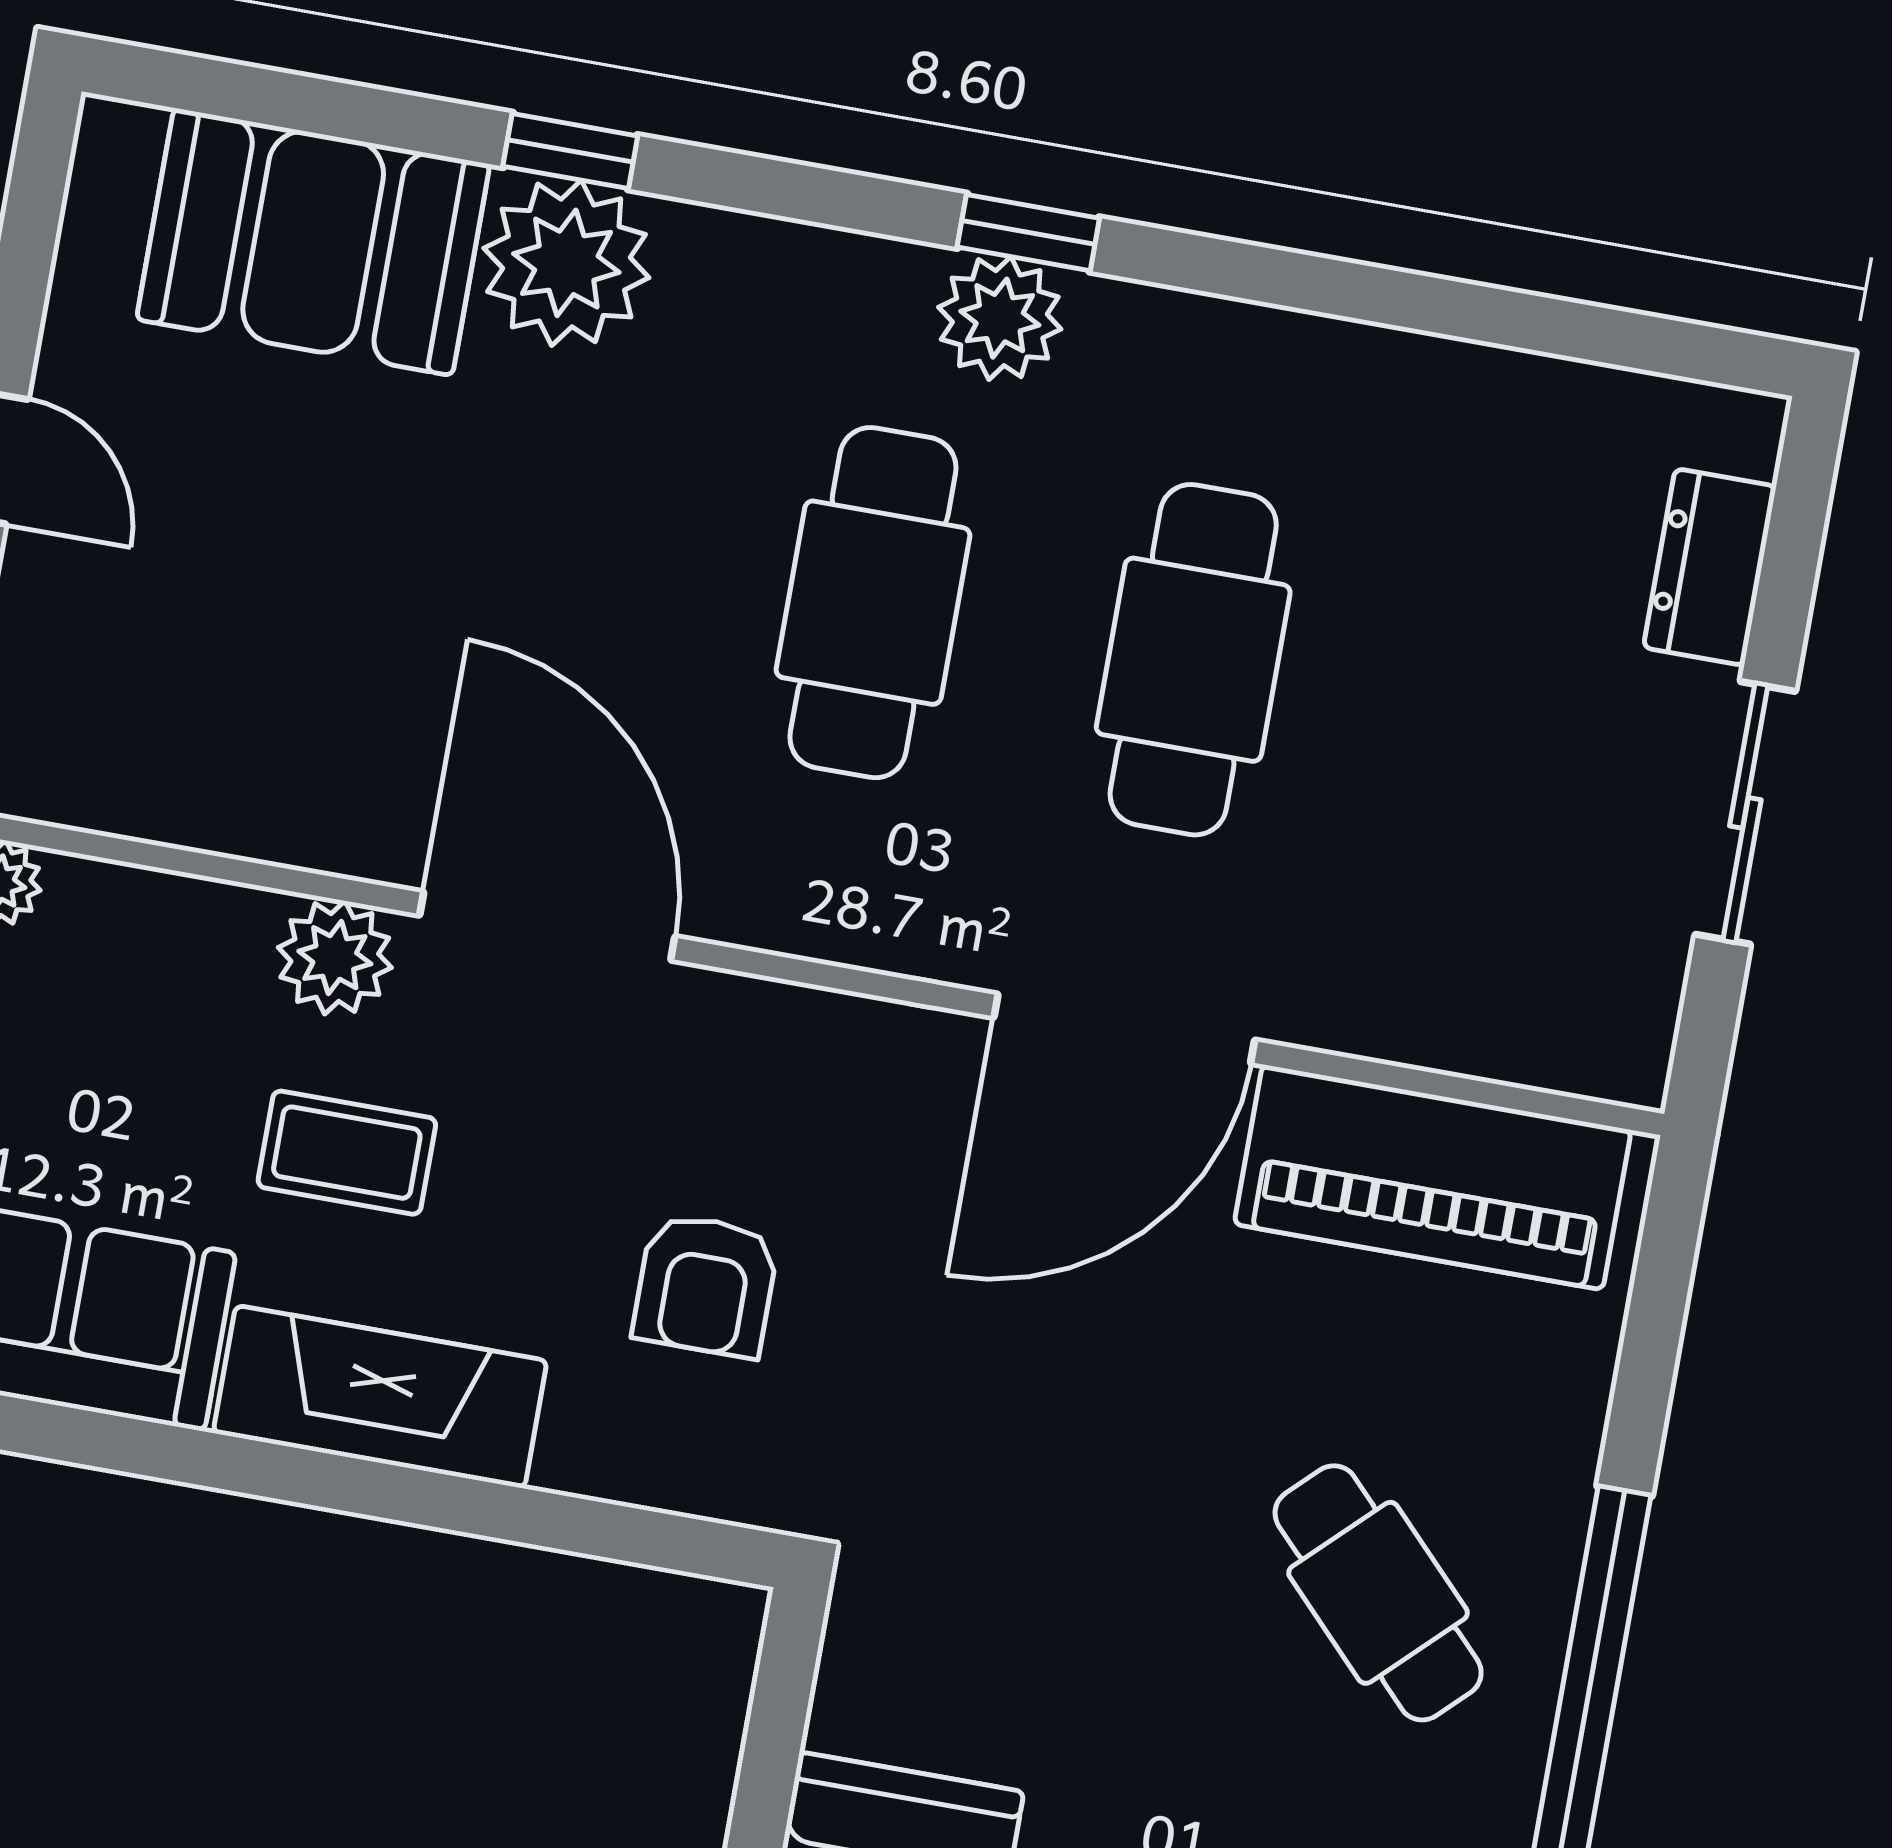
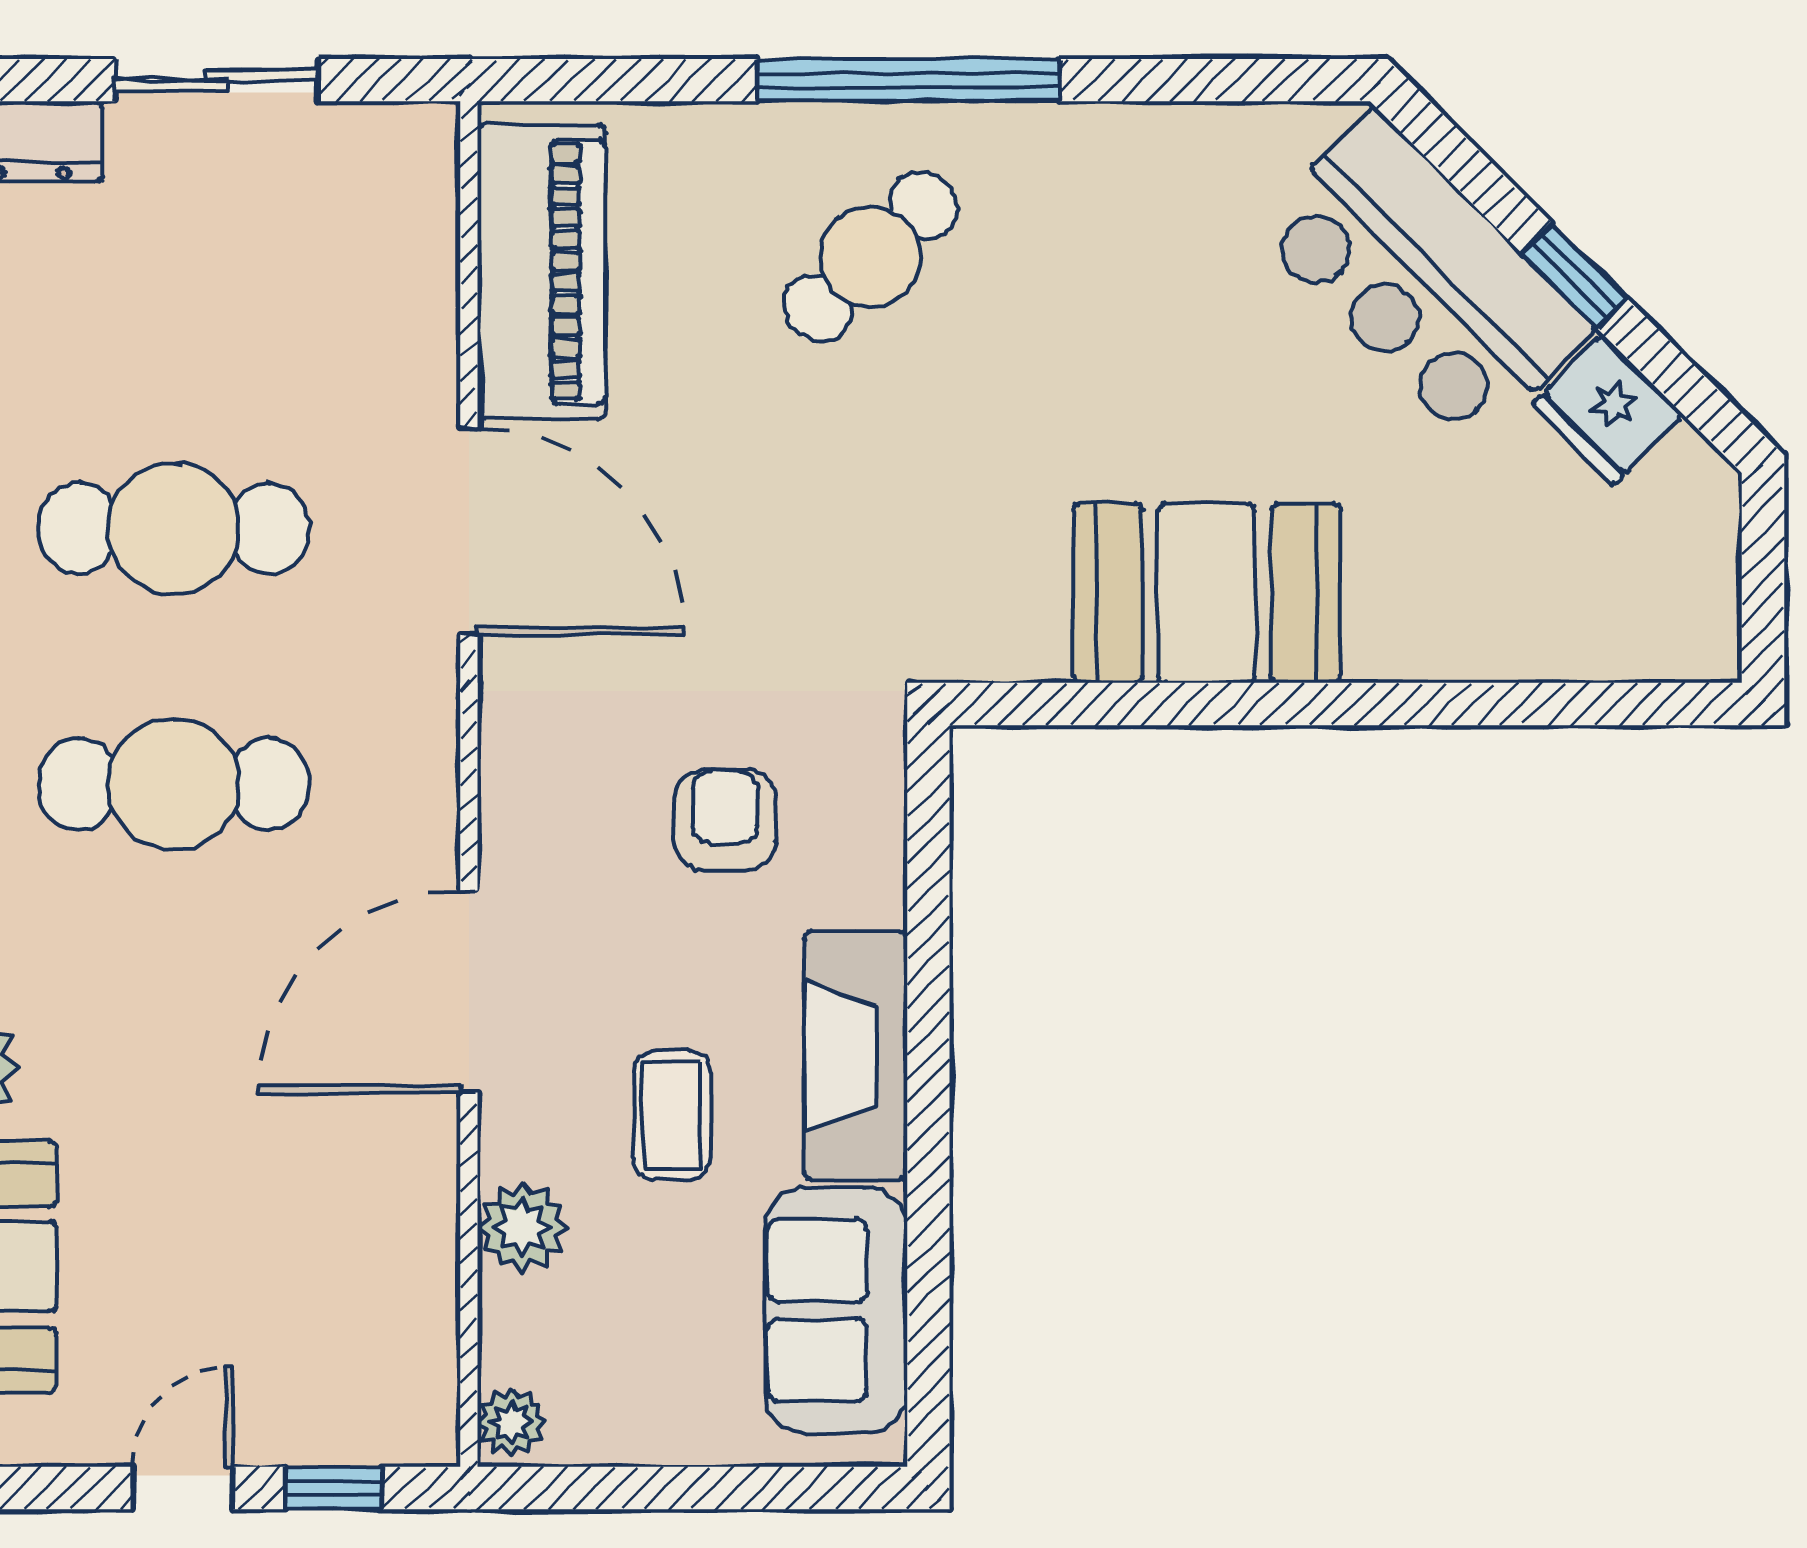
plant: (335, 958) -> (523, 1227), moved
armchair: (706, 1285) -> (725, 819), turned -90

